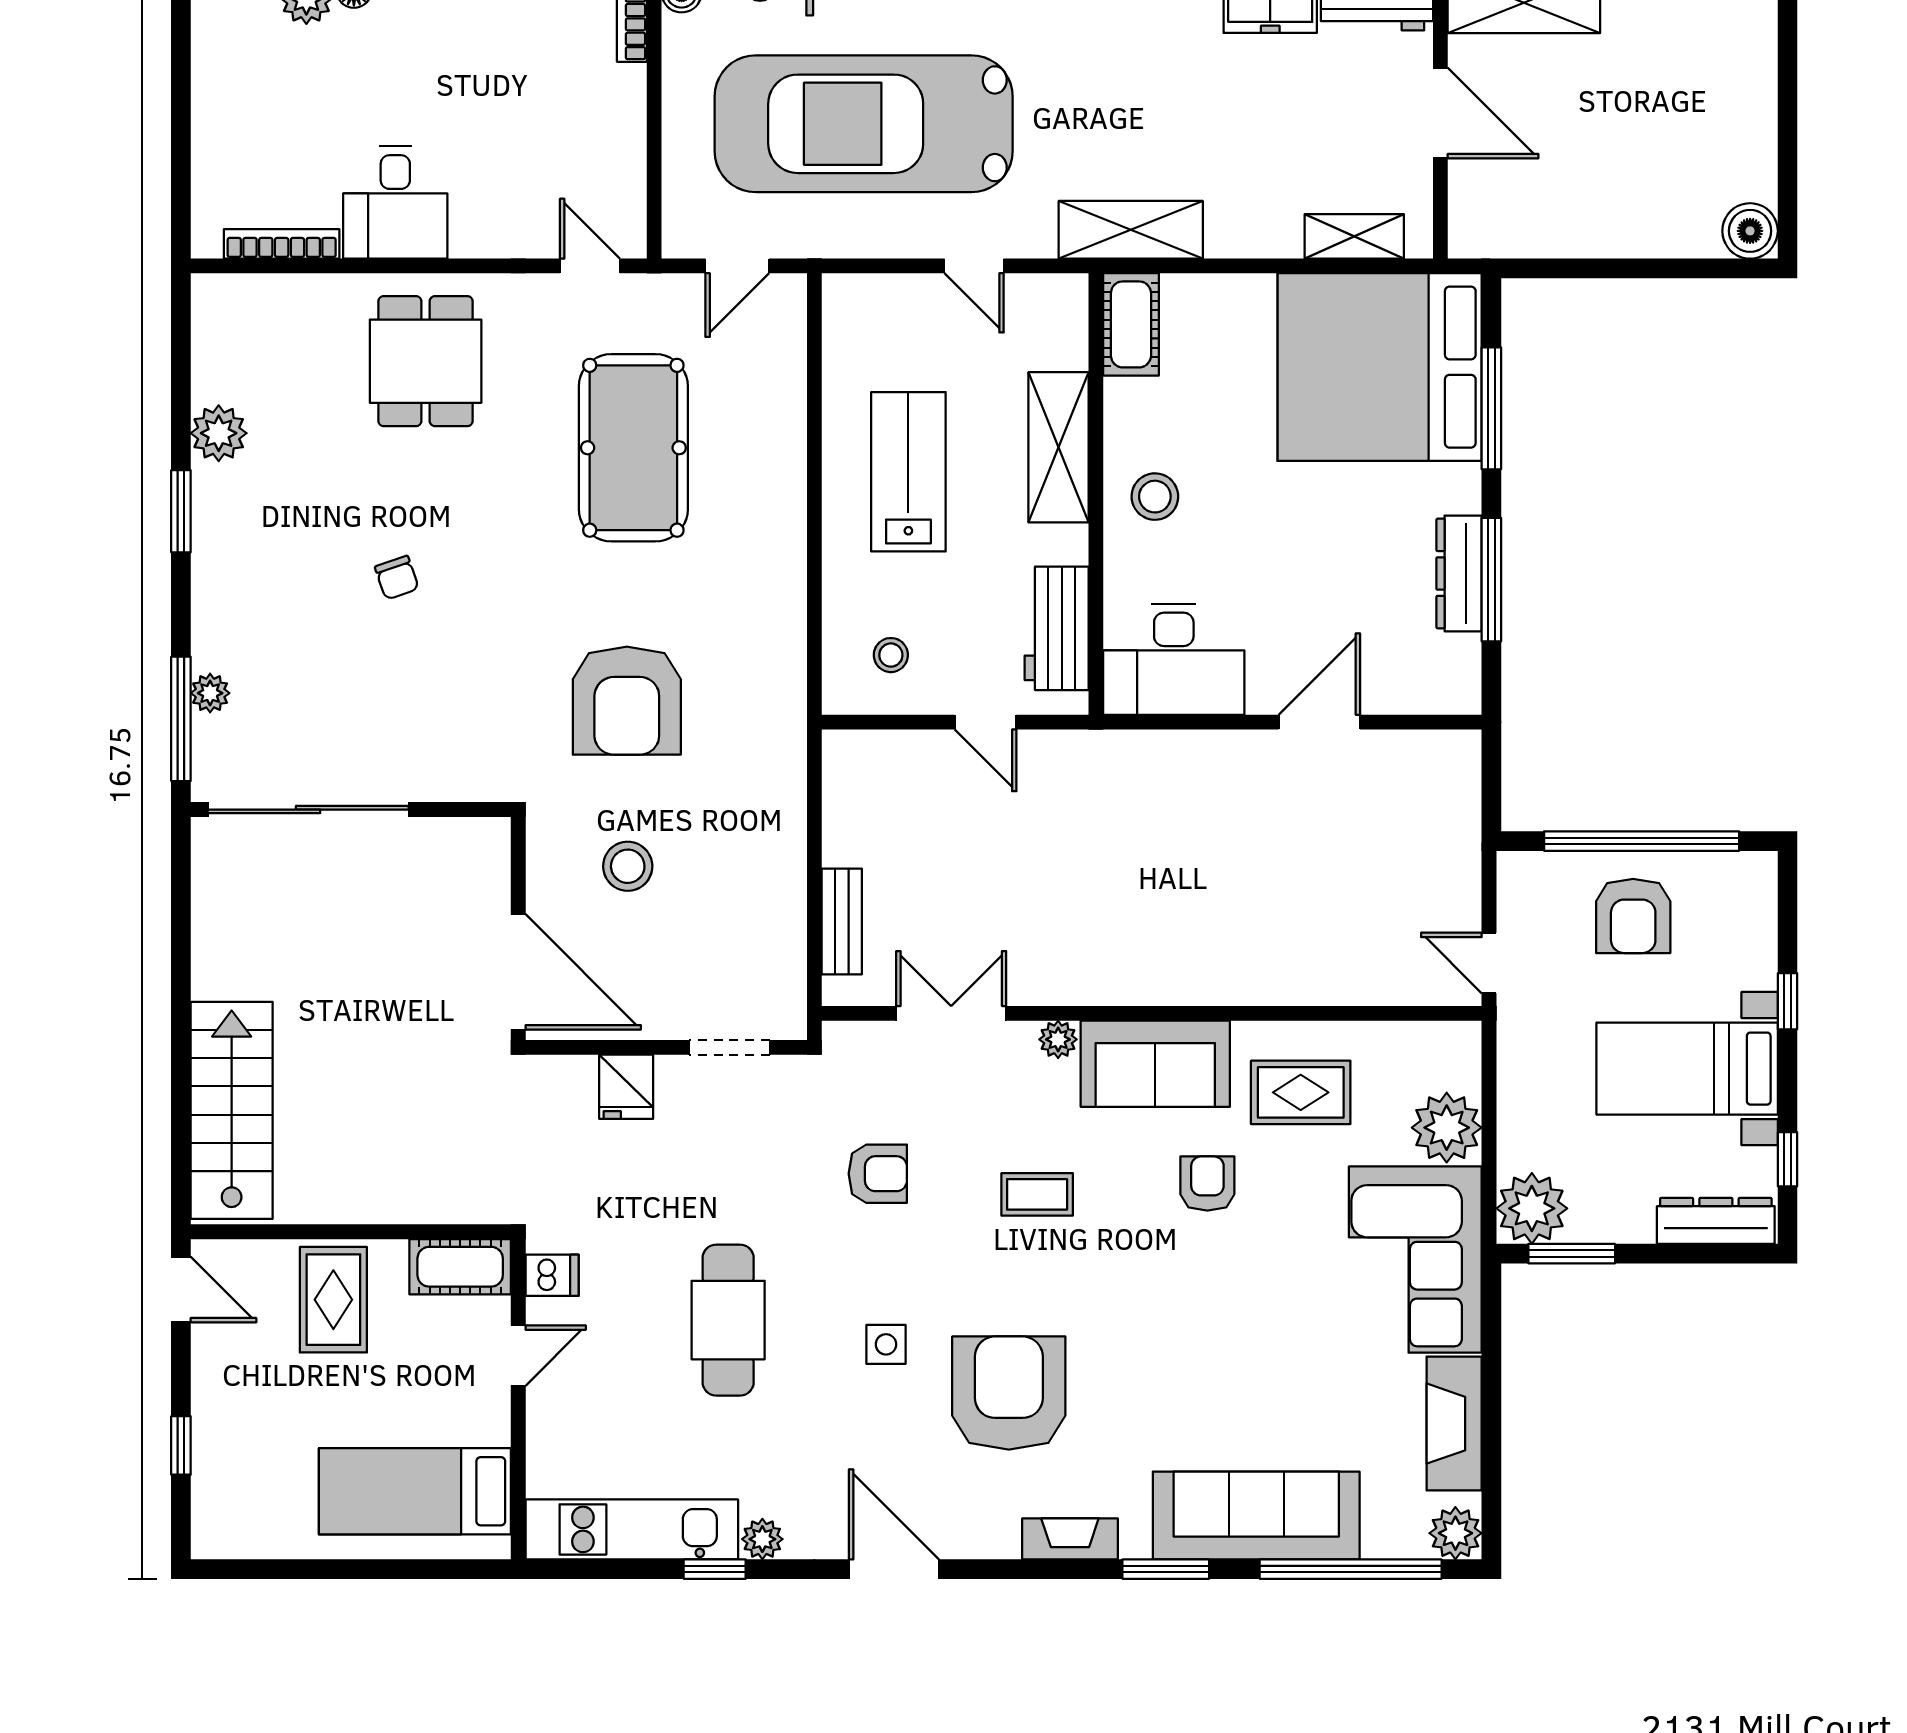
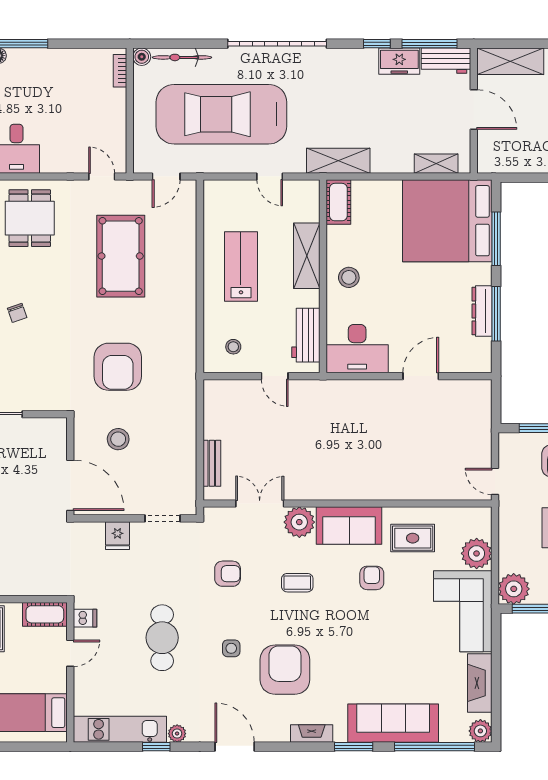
plant: (1058, 1039) -> (299, 522), width x1.88, depth x1.88

